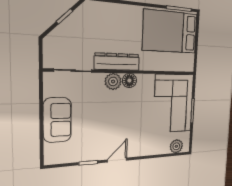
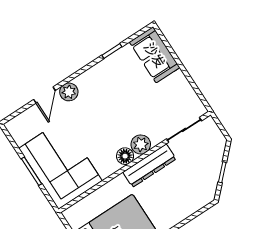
sofa: (57, 120) -> (155, 55), moved
plant: (176, 146) -> (69, 92), moved
door: (117, 160) -> (44, 95), moved

